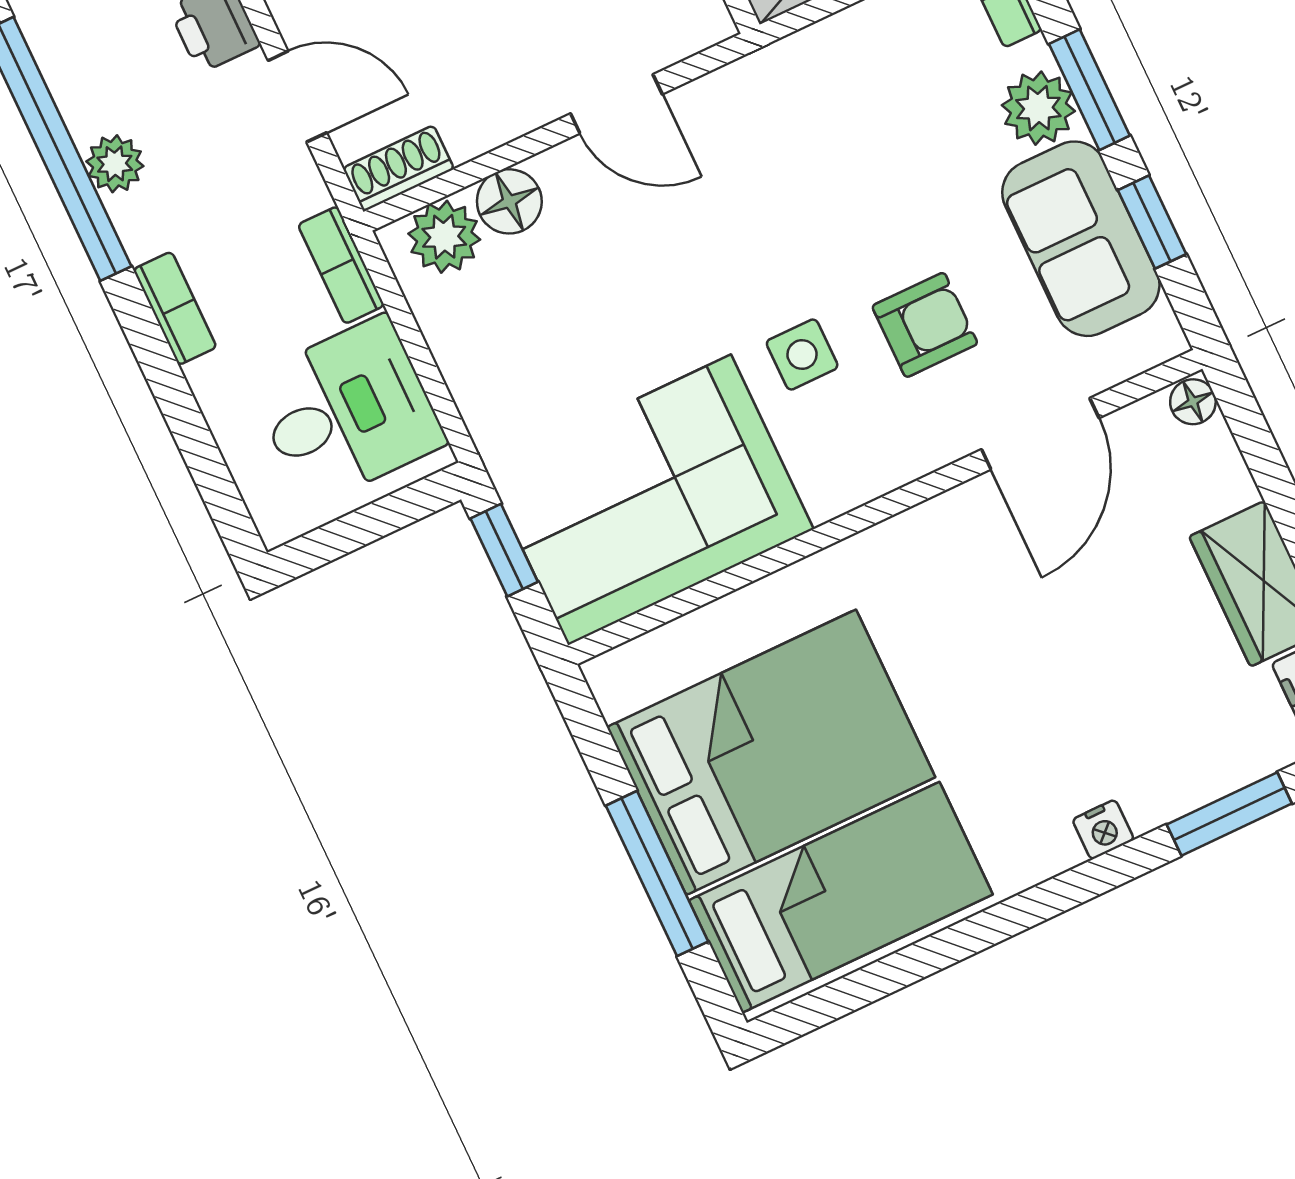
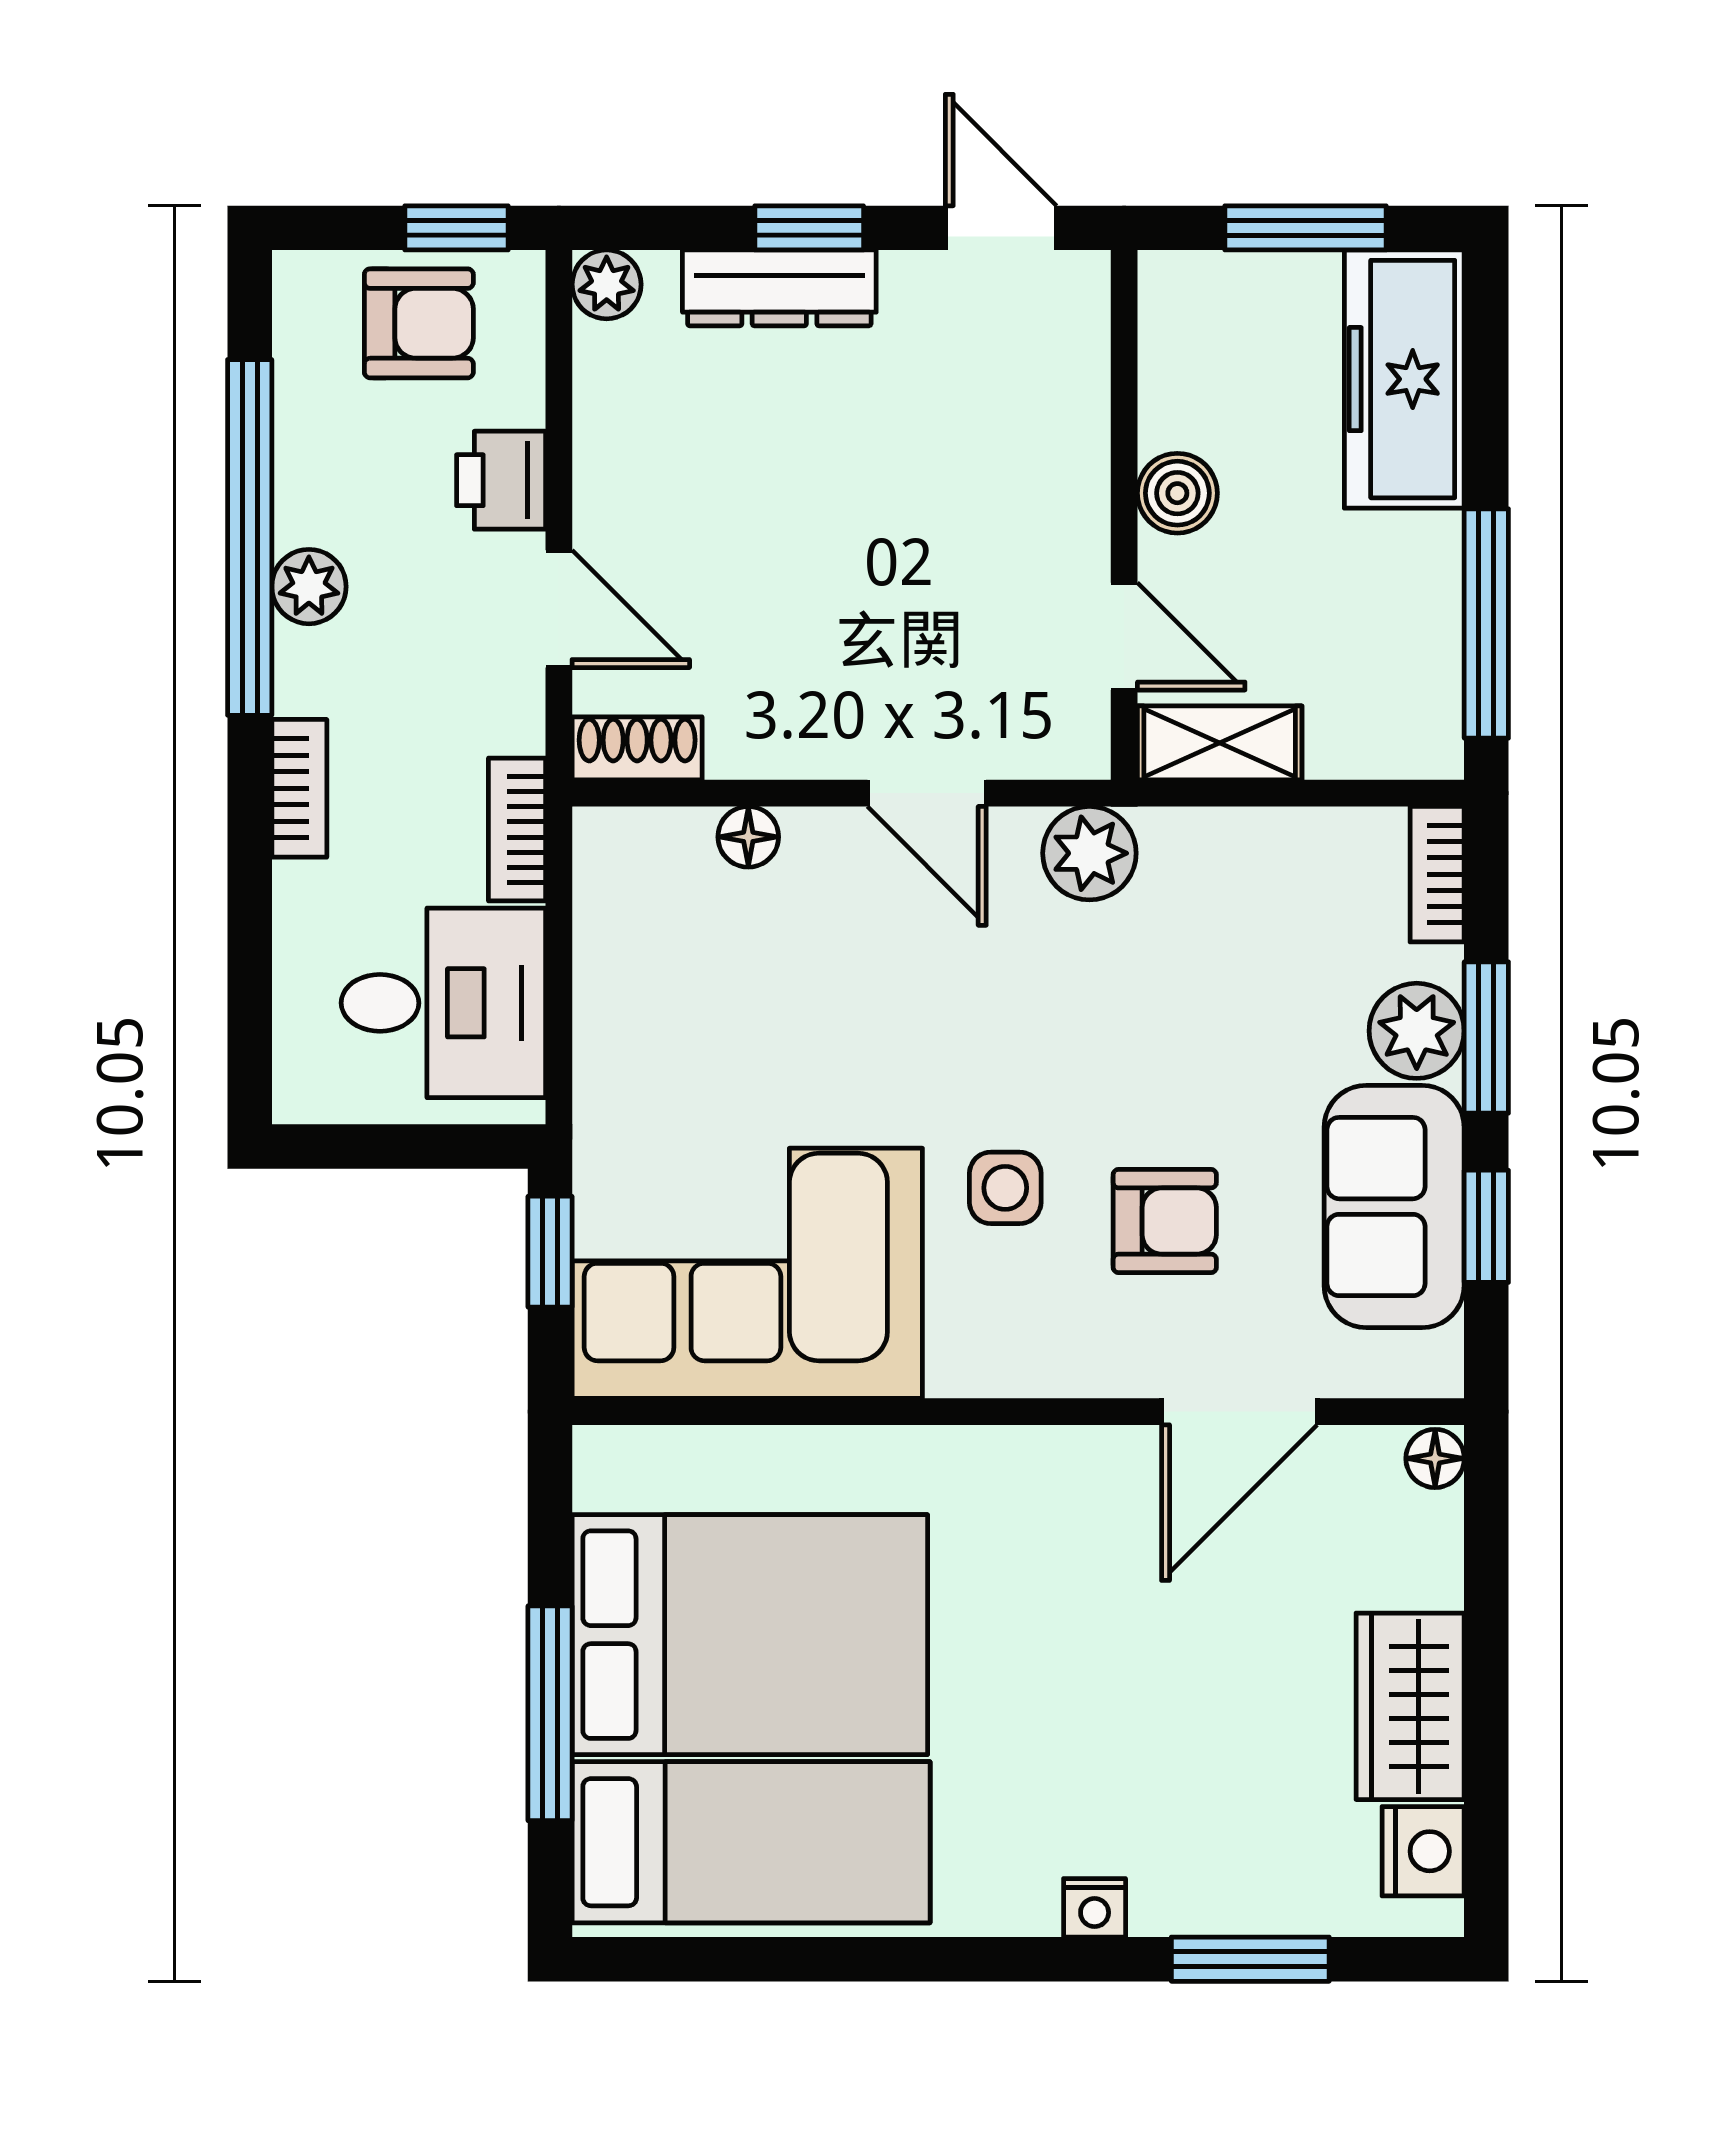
floor lamp: (509, 201) -> (748, 837), width x0.73, depth x0.73
plant: (444, 237) -> (1089, 853), moved

